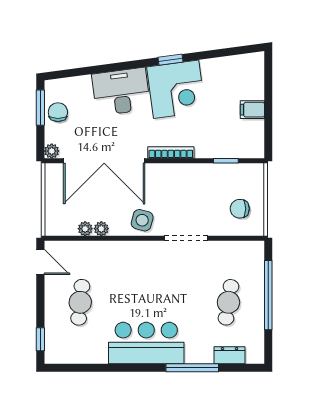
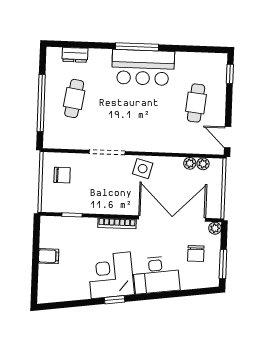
chair: (58, 112) -> (196, 254), moved
plant: (101, 229) -> (203, 164), moved
window: (192, 368) -> (137, 47), moved

